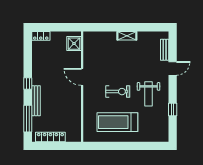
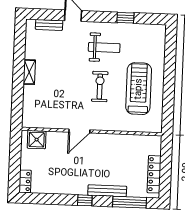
treadmill: (117, 122) -> (139, 89), turned 180

